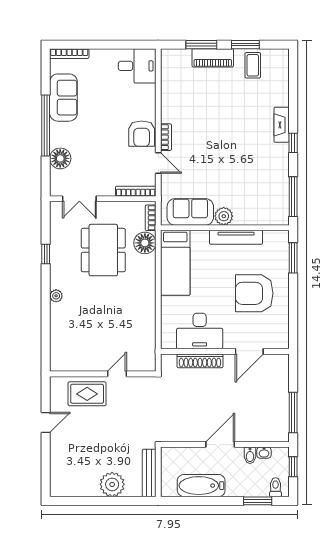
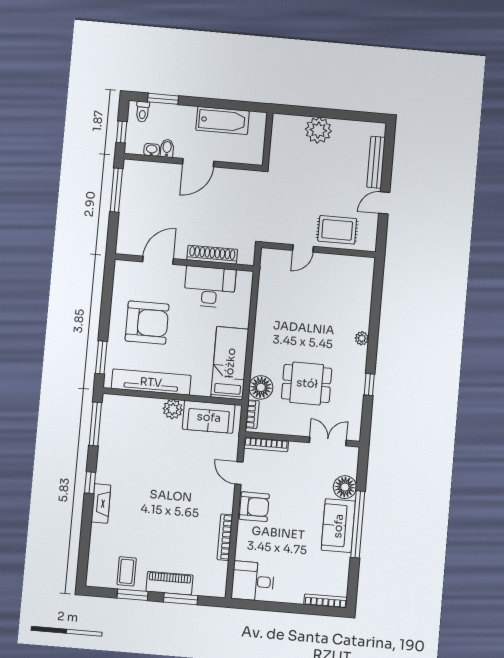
sofa: (63, 98) -> (338, 526), moved
armchair: (142, 134) -> (254, 507), turned 90
bookcase: (166, 137) -> (225, 537), moved, width x1.56
tv unit: (236, 237) -> (151, 382), width x1.36, depth x1.29
dining table: (103, 250) -> (307, 383), width x0.73
bench: (149, 473) -> (376, 162), moved

